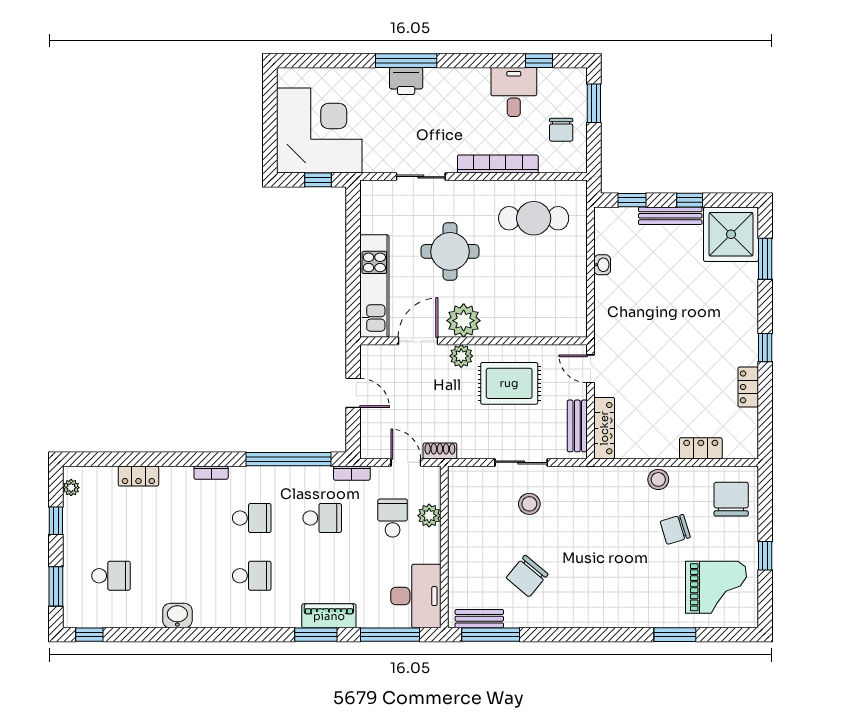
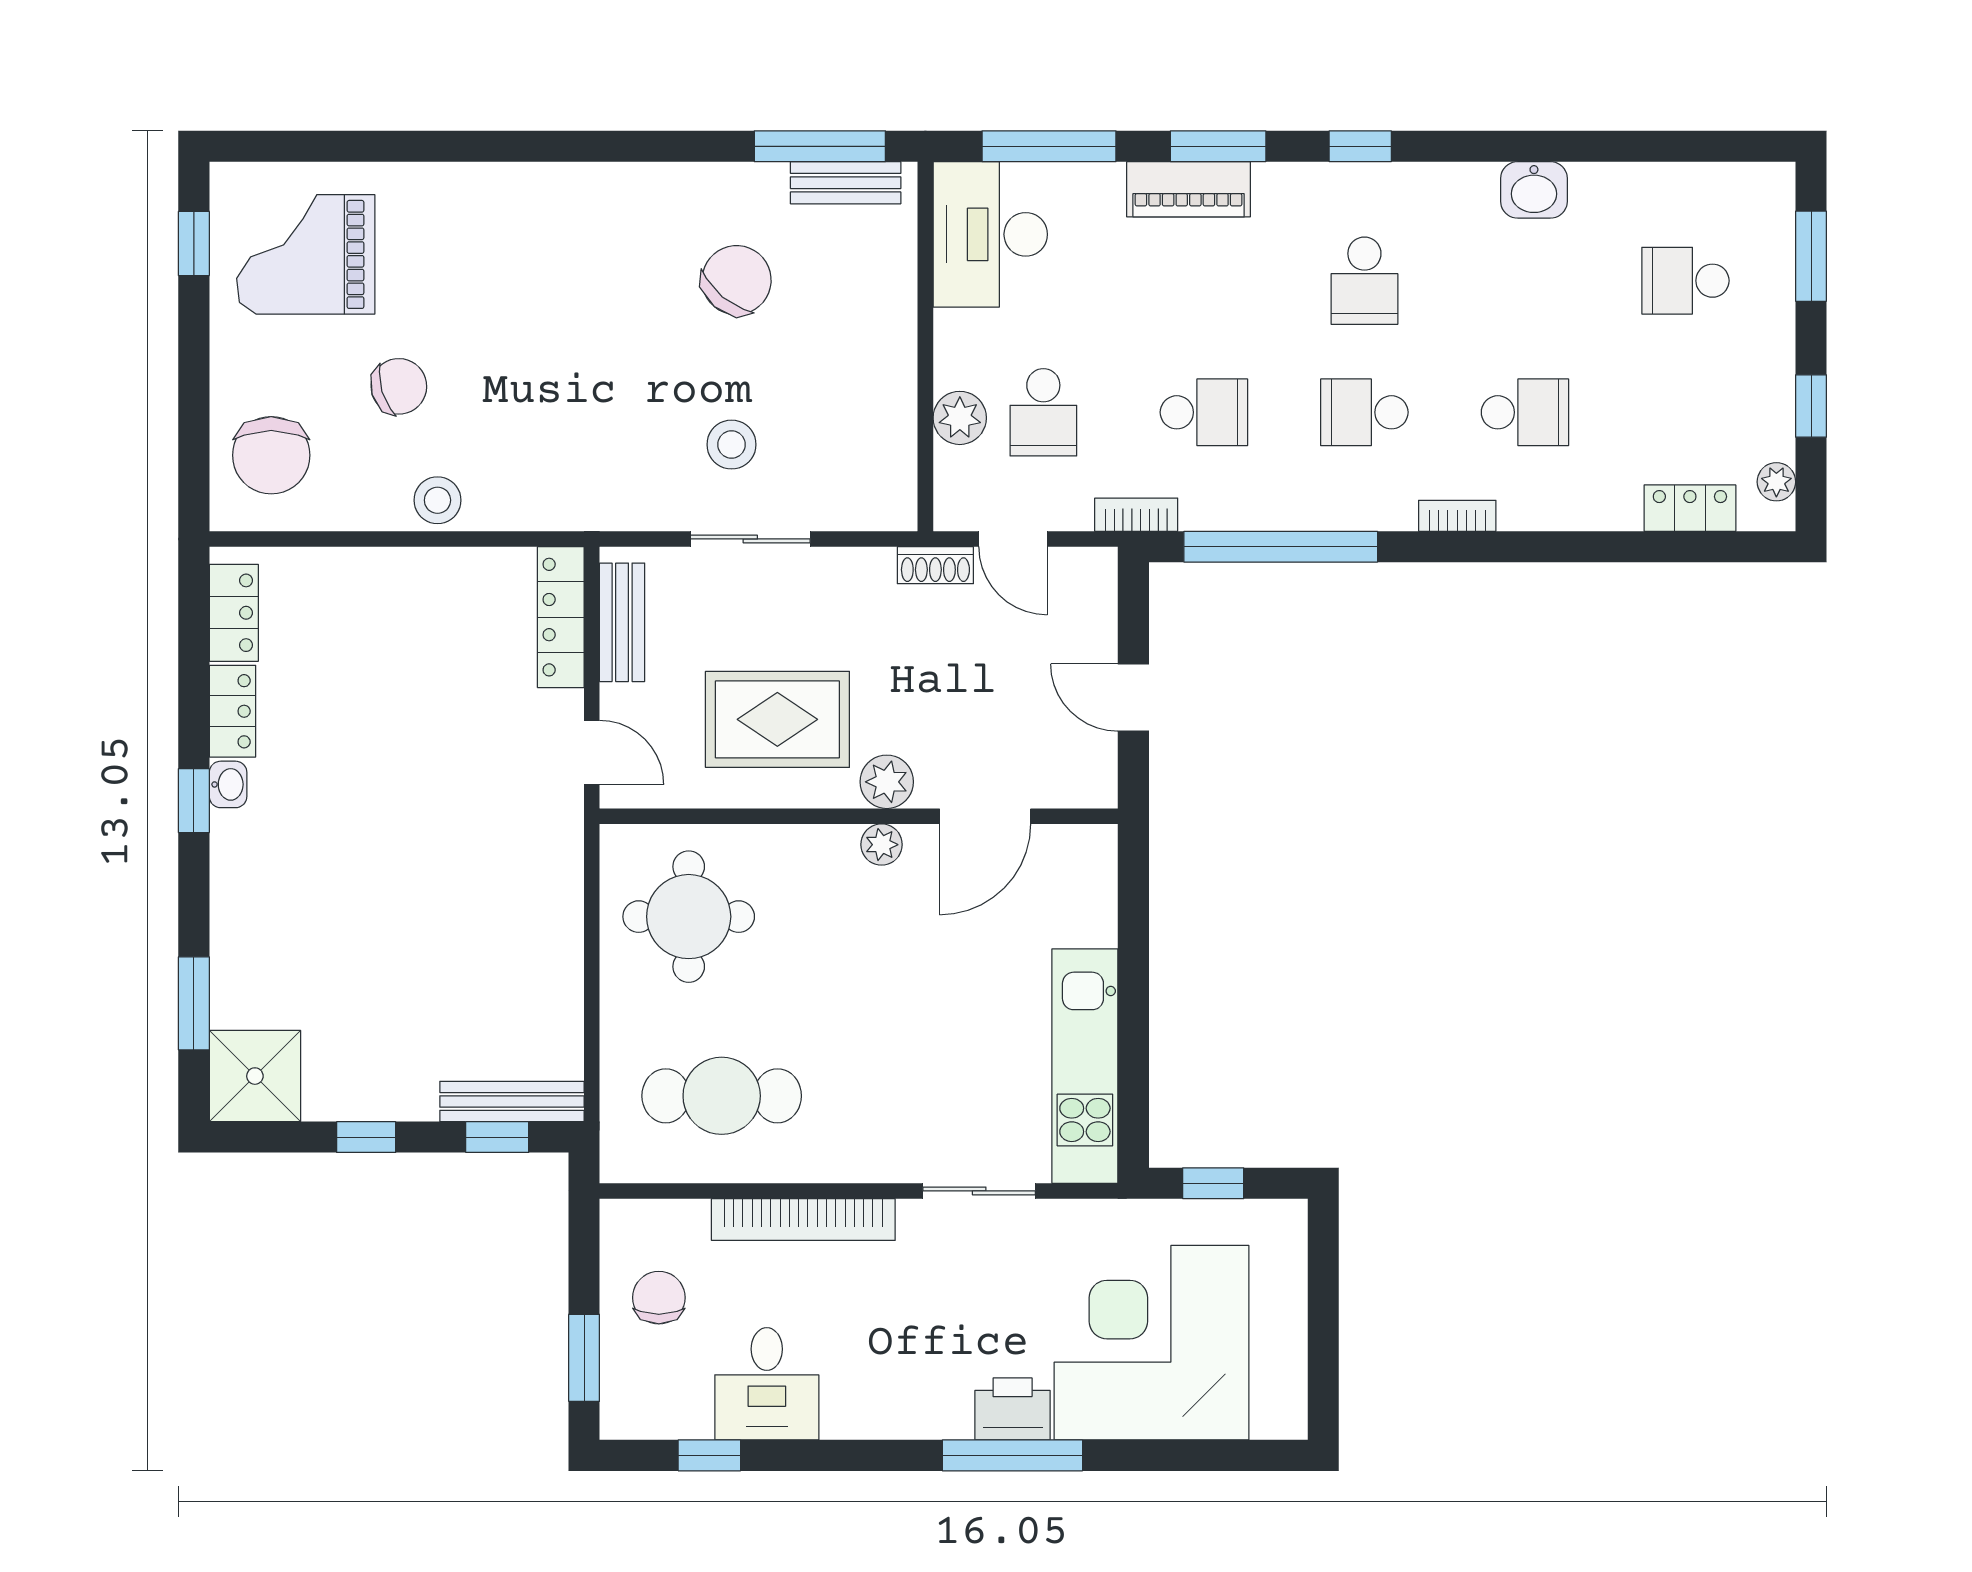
corner desk: (319, 130) -> (1151, 1343), moved, turned 90
bench: (670, 216) -> (512, 1101), moved
shower: (731, 234) -> (255, 1076), width x0.73, depth x0.73
round table: (450, 251) -> (689, 917), moved
washbasin: (602, 265) -> (228, 784), moved, turned 180
kitchen unit: (374, 286) -> (1085, 1066), moved
plant: (464, 321) -> (882, 845), width x0.53, depth x0.53
locker: (701, 448) -> (234, 613), moved, turned -90
locker: (138, 476) -> (1690, 508), moved
school desk: (181, 518) -> (1525, 412), added
school desk: (322, 518) -> (1204, 412), turned 180
window: (765, 556) -> (194, 243), moved
school desk: (252, 576) -> (1364, 281), turned -90
window: (89, 635) -> (1360, 146), moved
window: (675, 635) -> (400, 146), removed

